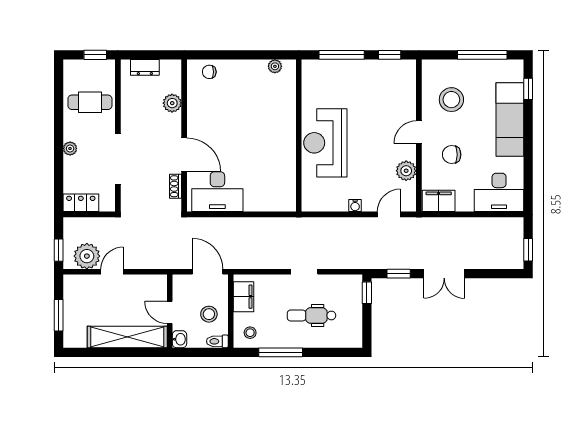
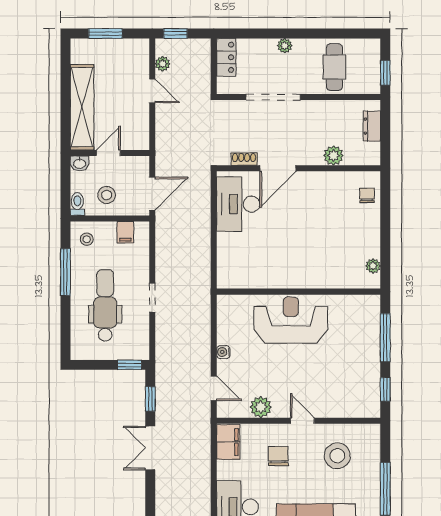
plant: (87, 256) -> (162, 64), width x0.53, depth x0.53
filing cabinet: (244, 297) -> (125, 232), width x0.50
dental chair: (312, 315) -> (105, 305), width x1.36, depth x1.38

